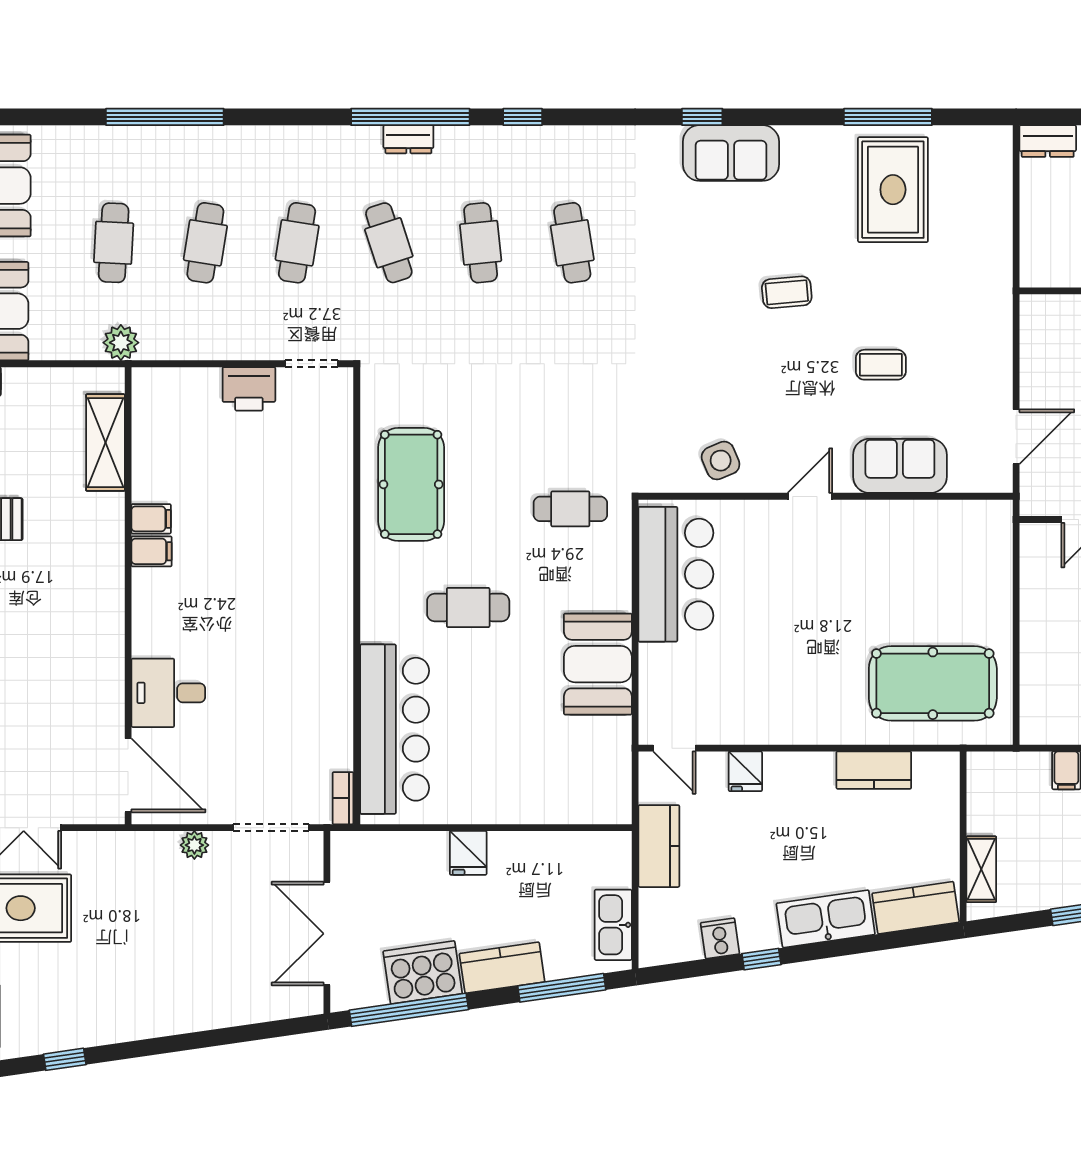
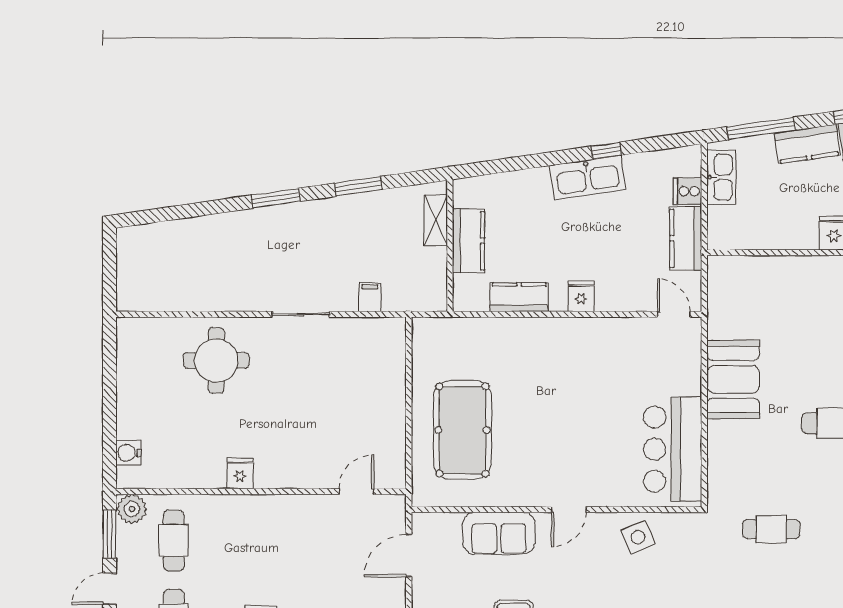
cafe table: (570, 509) -> (771, 529), moved
pool table: (933, 683) -> (462, 430), moved, turned 90
fridge: (745, 771) -> (581, 296), moved
kitchen counter: (916, 908) -> (468, 241), moved, turned -82
kitchen sink: (826, 919) -> (588, 177), moved
cooker: (720, 938) -> (688, 191), moved, turned 98

